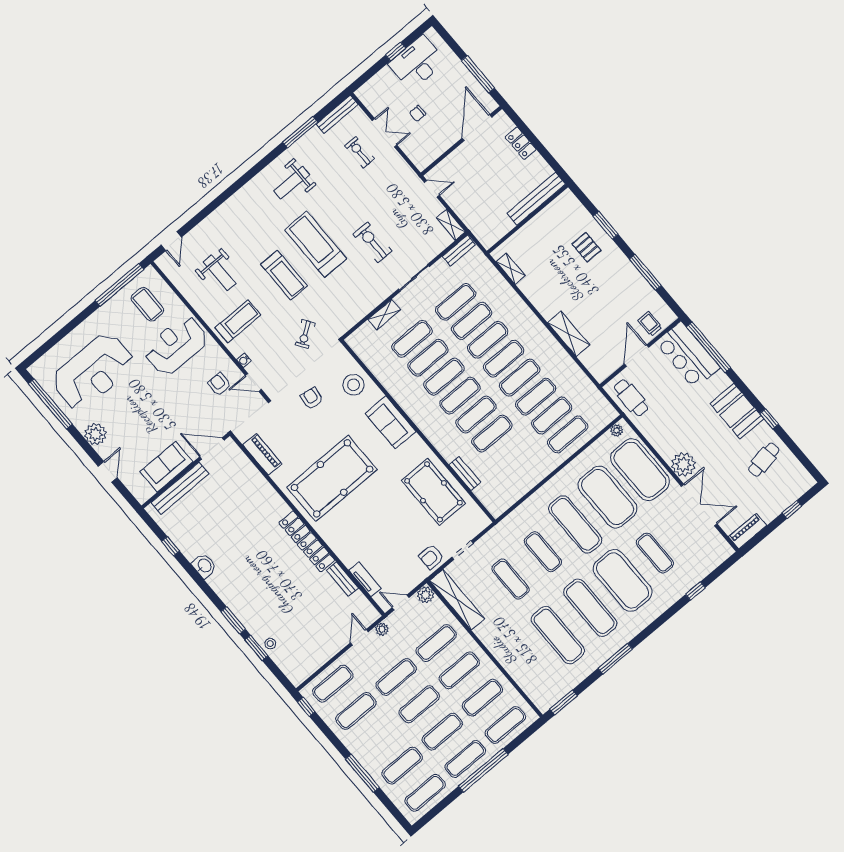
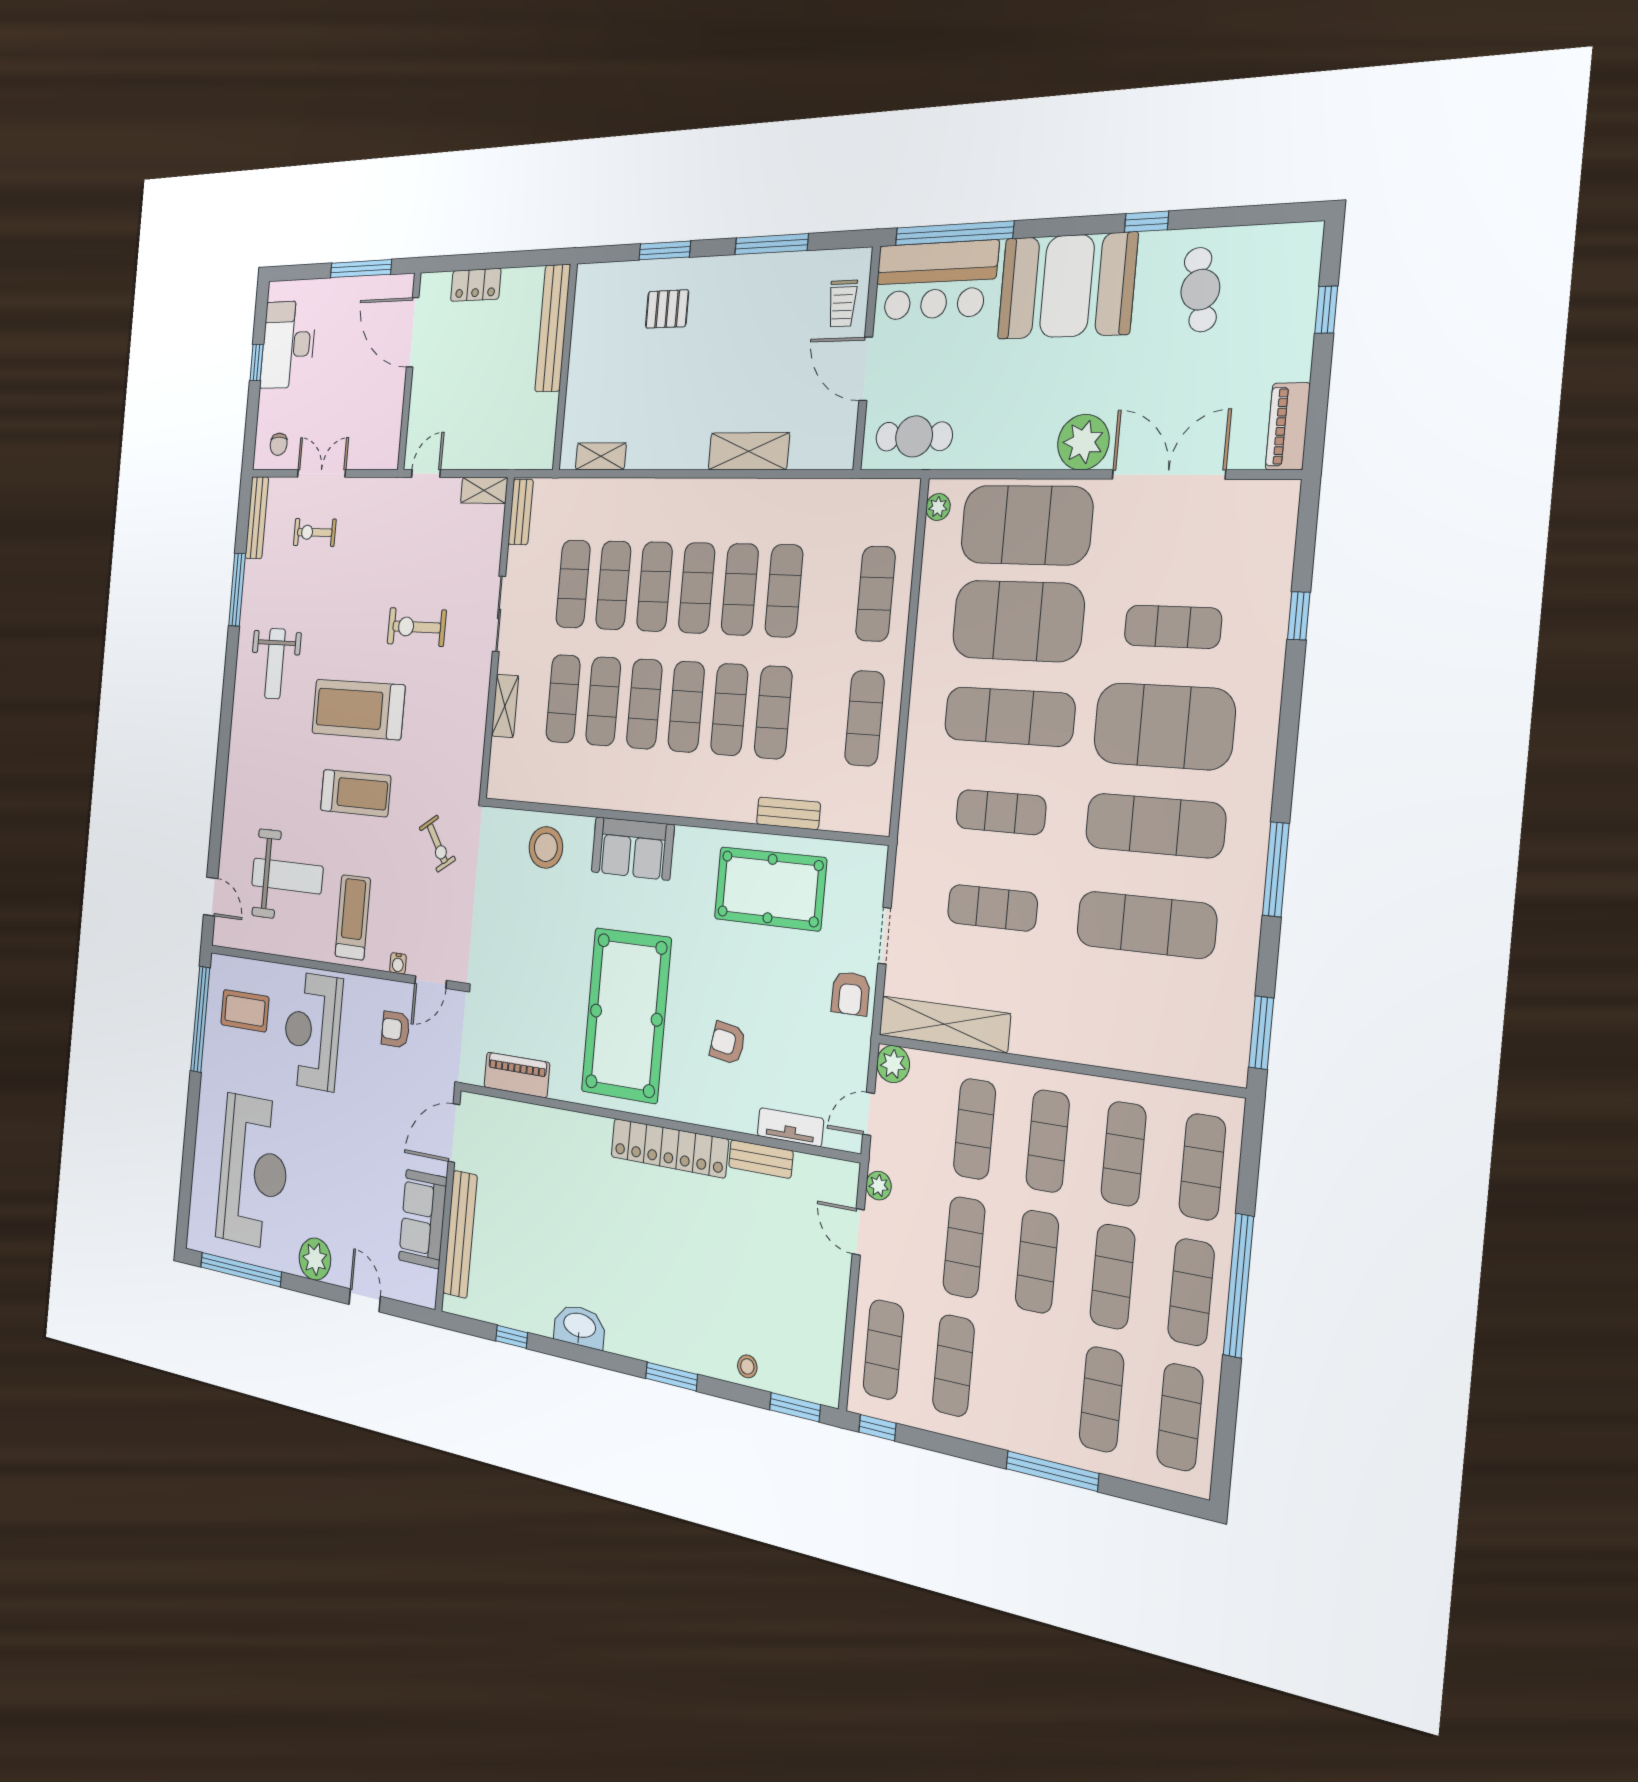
chair: (418, 113) -> (279, 444), moved
weight bench: (219, 273) -> (287, 876), width x1.36, depth x1.33
trolley: (650, 324) -> (842, 303), turned -90
armchair: (312, 398) -> (728, 1043), moved
booth: (737, 411) -> (1067, 286), width x1.36, depth x1.42
exercise mat: (552, 416) -> (864, 718), moved
washbasin: (204, 566) -> (580, 1326), width x1.38
window: (256, 648) -> (795, 1407), moved

